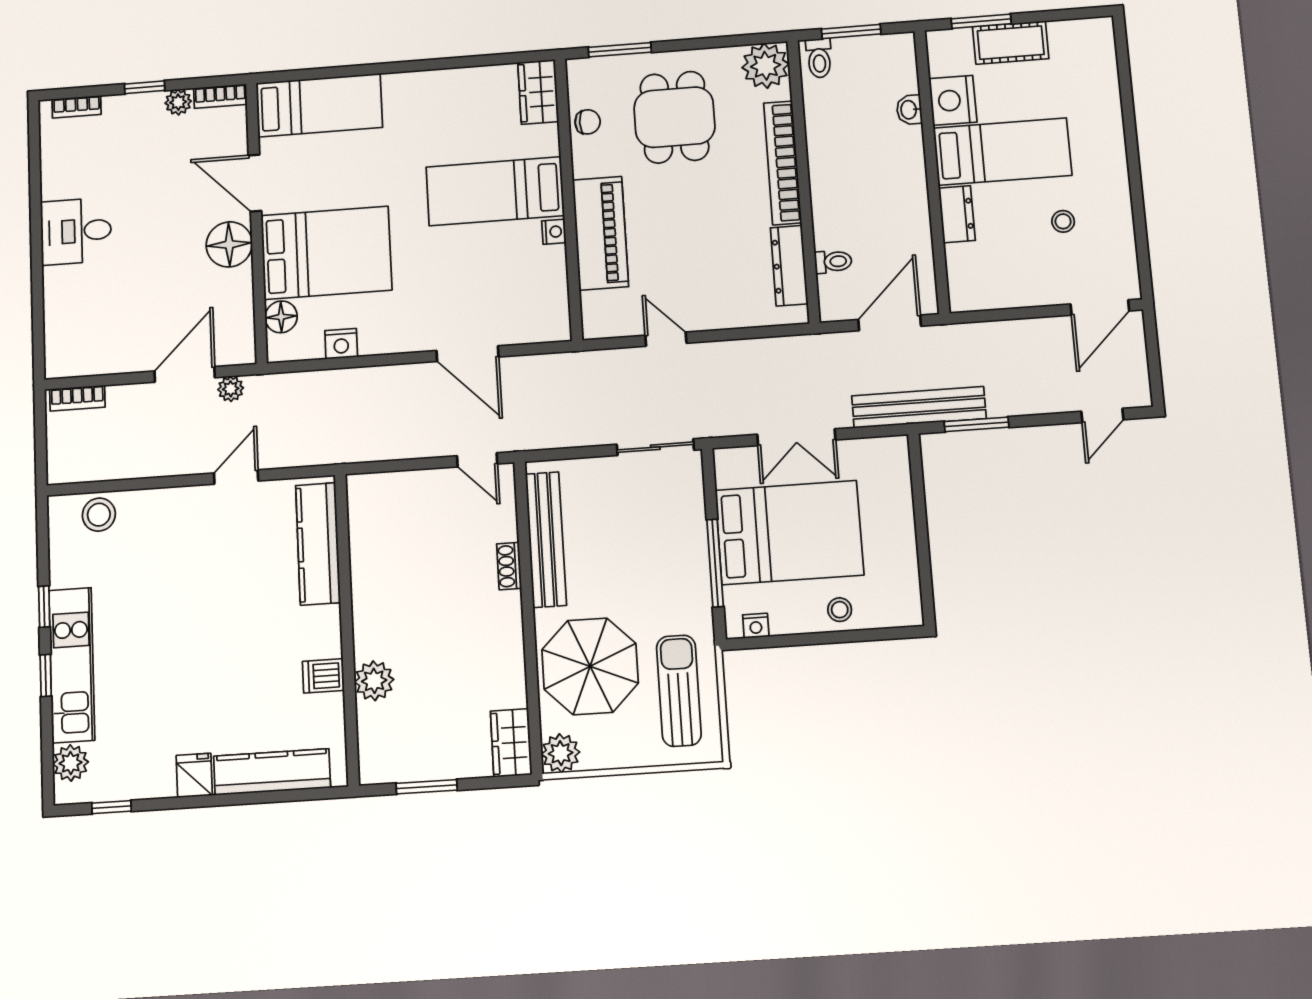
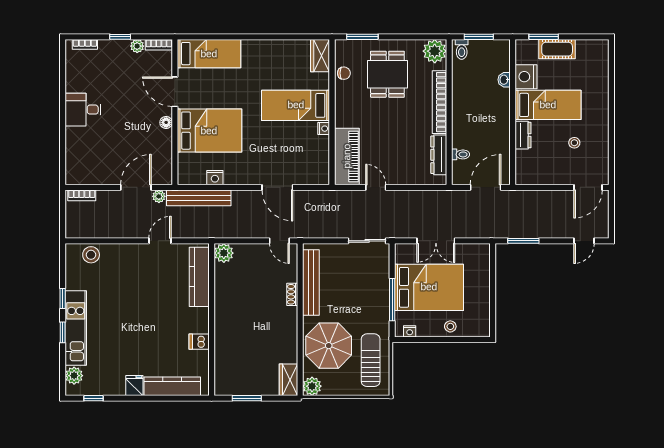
piano: (600, 233) -> (347, 156), moved
floor lamp: (229, 244) -> (166, 122), width x0.53, depth x0.53
floor lamp: (281, 317) -> (185, 162), removed
bench: (919, 407) -> (199, 198), moved
plant: (374, 681) -> (224, 253), moved

